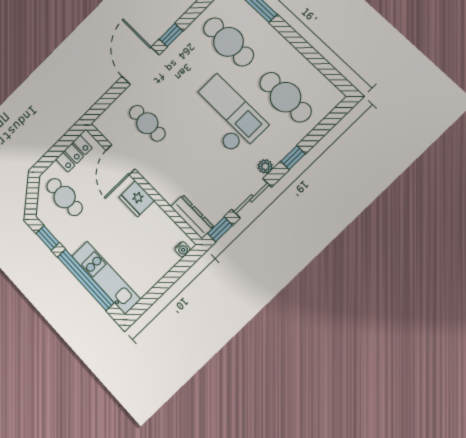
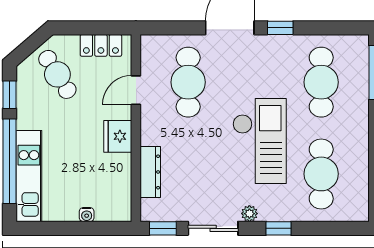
cafe table: (147, 123) -> (188, 82), width x1.37, depth x1.35
door: (120, 160) -> (136, 90), width x0.73
cafe table: (65, 197) -> (57, 74), turned -32
dresser: (192, 217) -> (150, 172), moved
water cooler: (182, 249) -> (87, 215), moved

